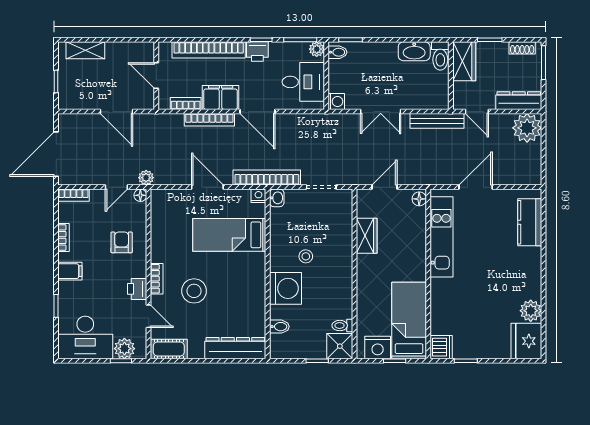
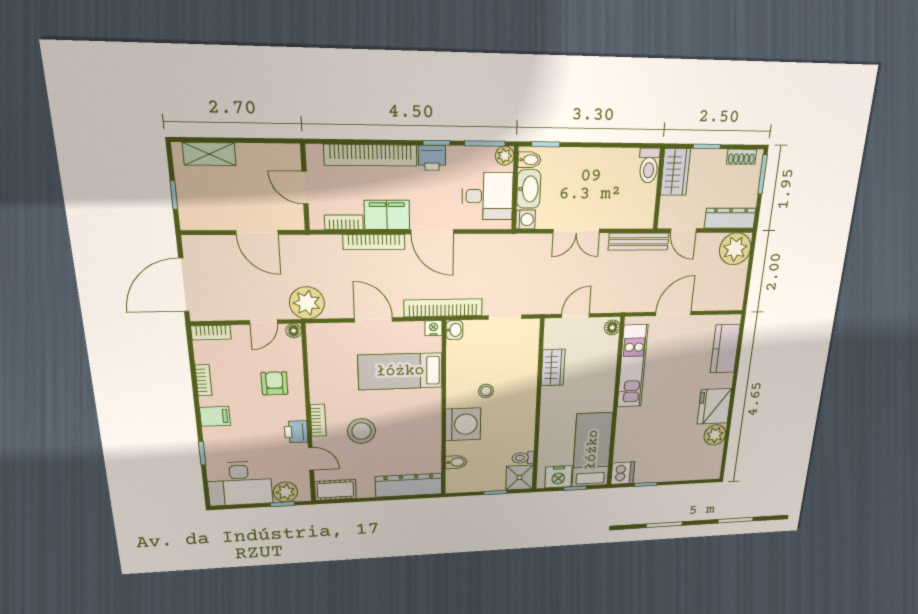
washbasin: (414, 51) -> (529, 189), moved, turned -90
plant: (146, 178) -> (307, 303), width x1.87, depth x1.87
fridge: (526, 341) -> (714, 406), moved

